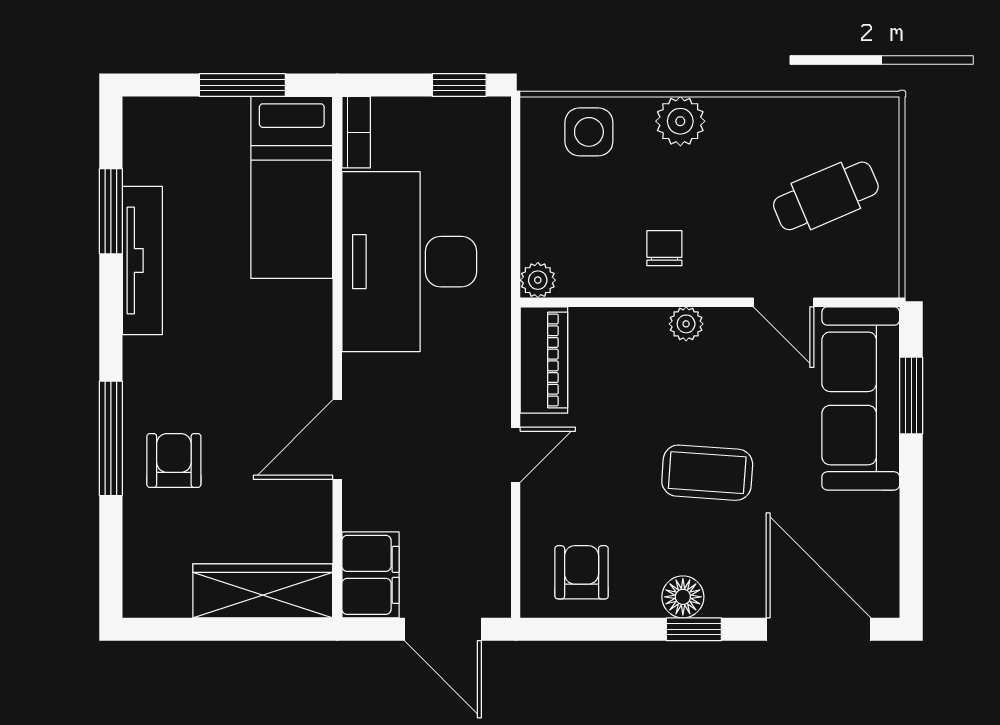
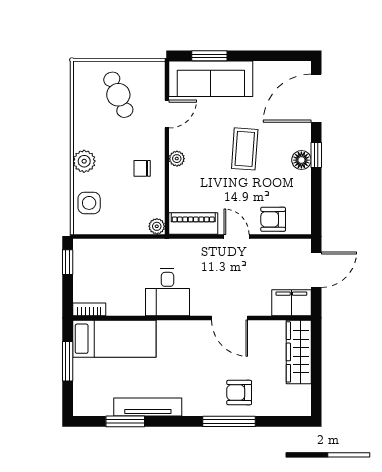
desk: (409, 262) -> (167, 292), width x0.53, depth x0.77
armchair: (582, 572) -> (273, 219), moved

